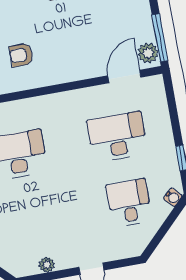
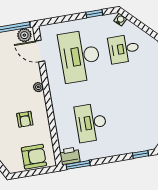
plant: (70, 75) -> (38, 87), added
desk: (117, 137) -> (80, 56), width x1.36, depth x1.30

